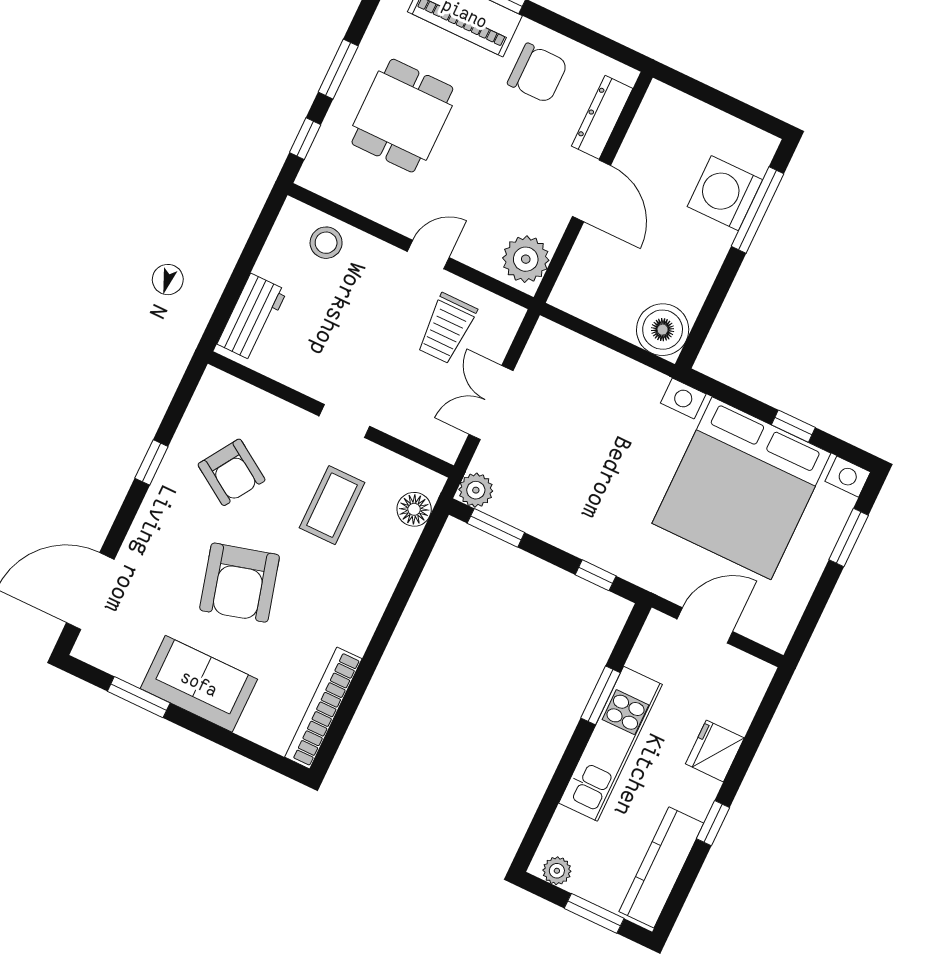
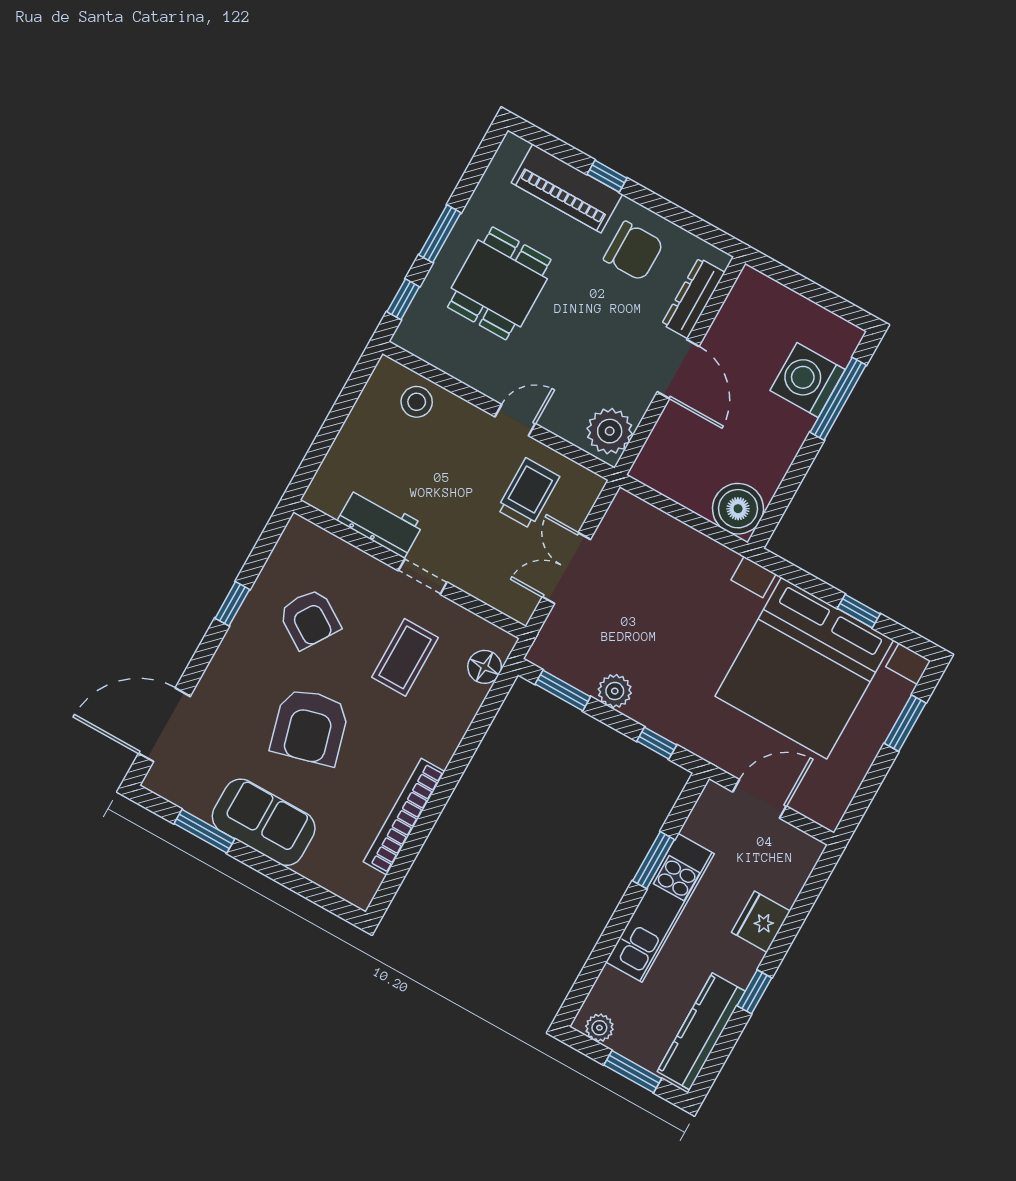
workbench: (252, 317) -> (380, 522), moved, turned -90
trolley: (447, 328) -> (528, 493), turned 180
plant: (476, 490) -> (615, 691), moved
bookcase: (323, 708) -> (404, 817), moved

